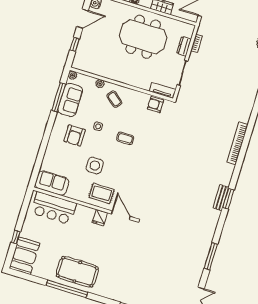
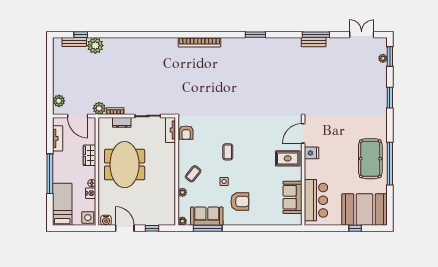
plant: (204, 29) -> (99, 108), added
side table: (95, 165) -> (263, 173), removed
sofa: (52, 183) -> (292, 197), moved
rug: (102, 193) -> (288, 158), turned 90
bench: (221, 198) -> (314, 42), moved
booth: (24, 256) -> (365, 210), width x1.36, depth x1.42

